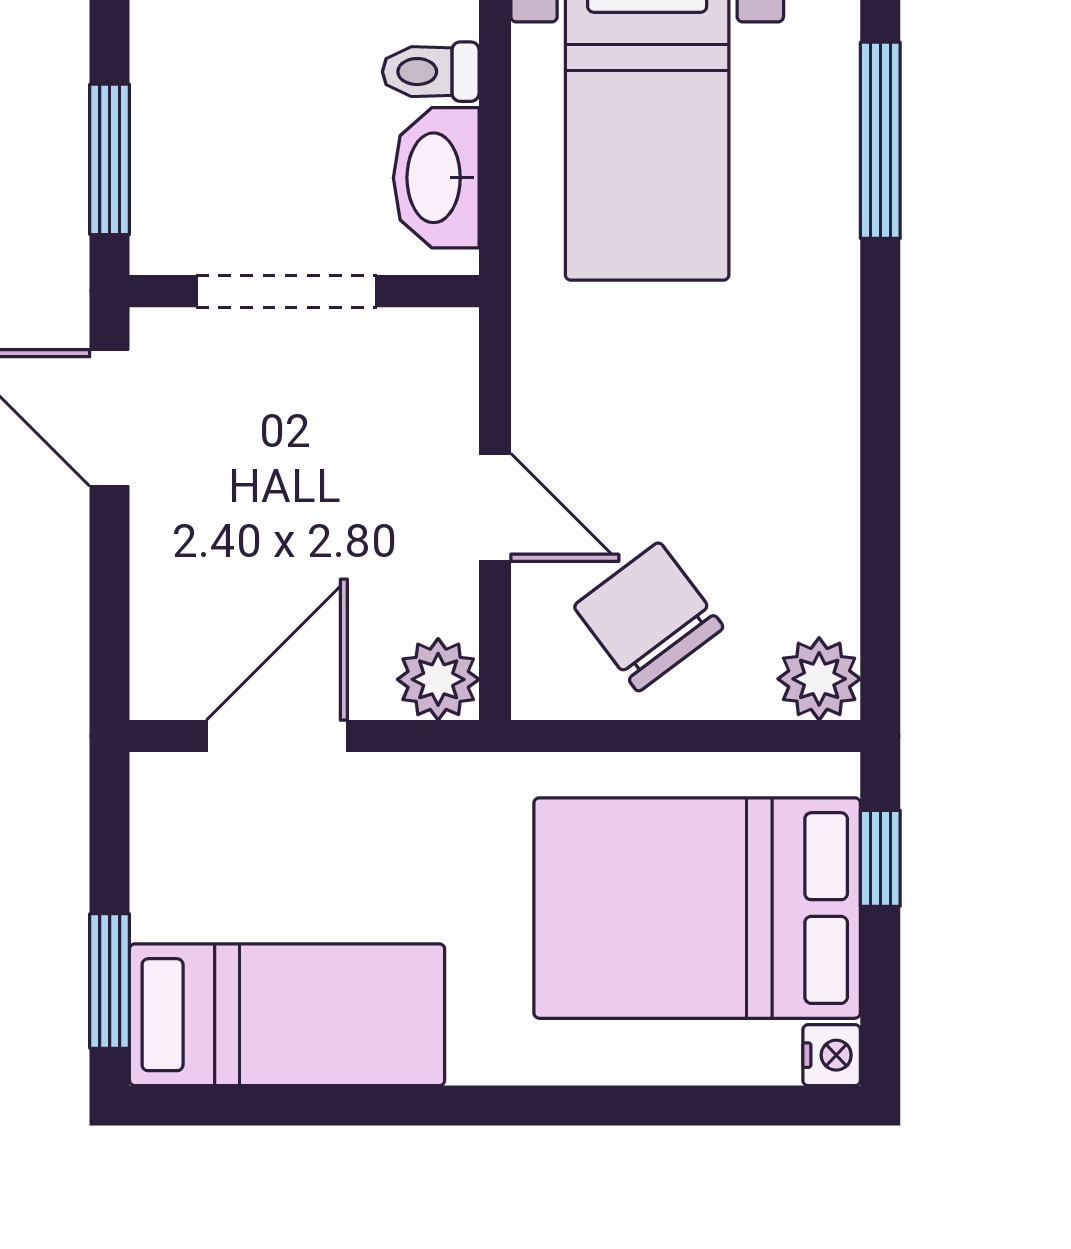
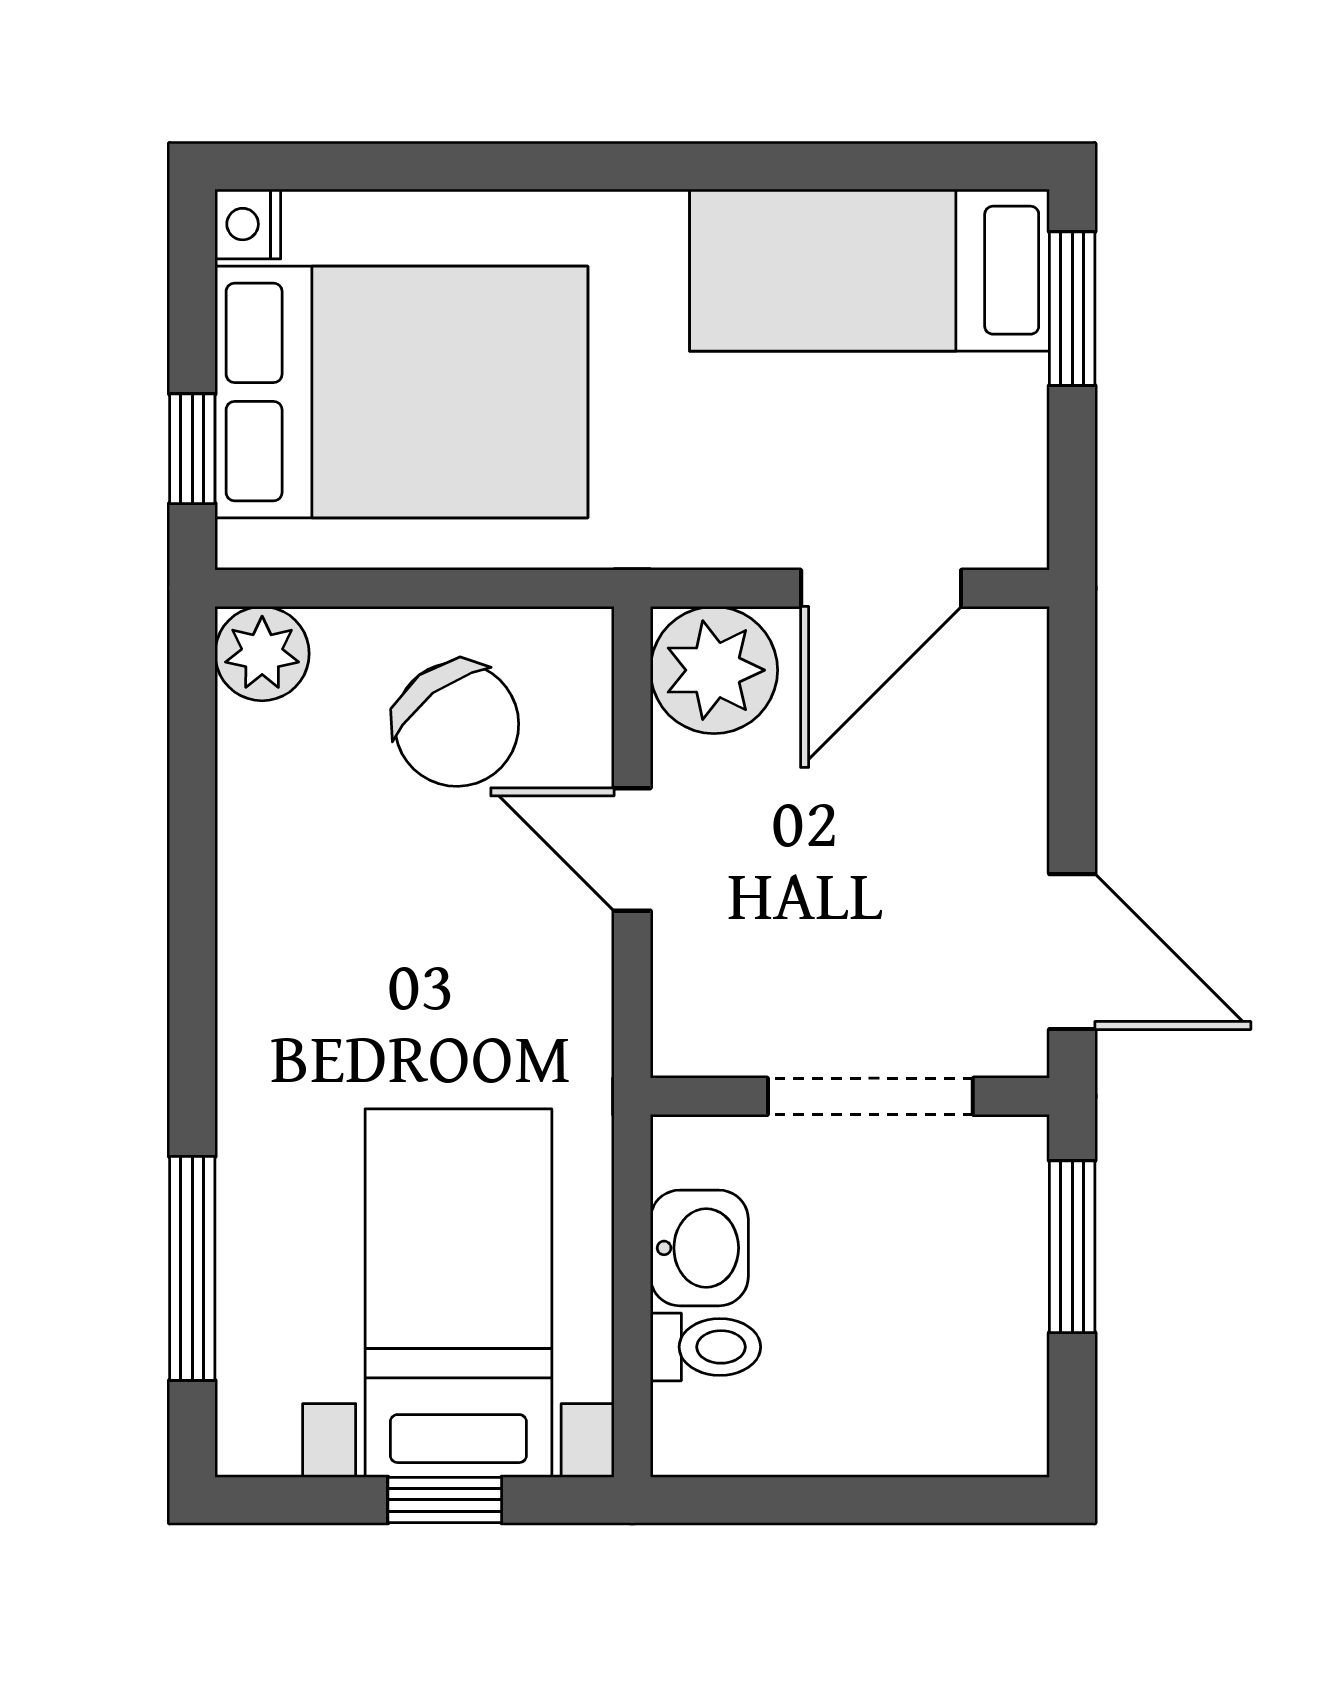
washbasin: (436, 178) -> (699, 1248), width x0.72
plant: (438, 679) -> (714, 670), width x1.36, depth x1.36

